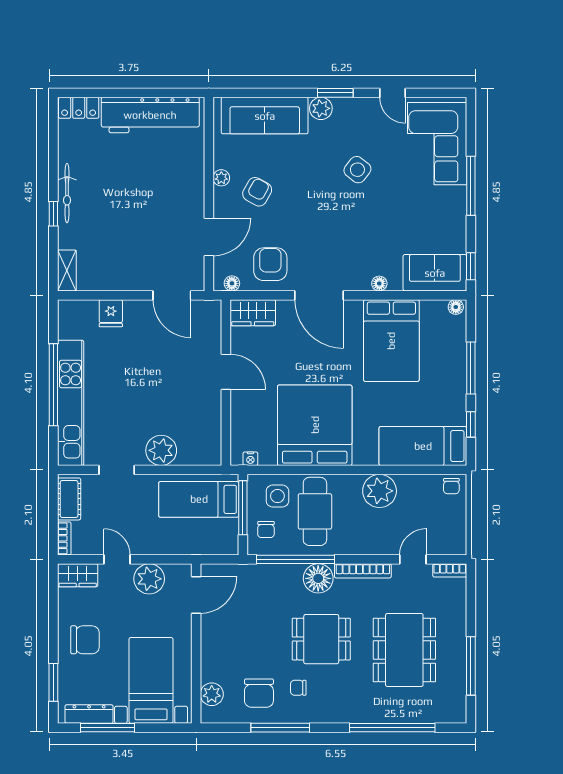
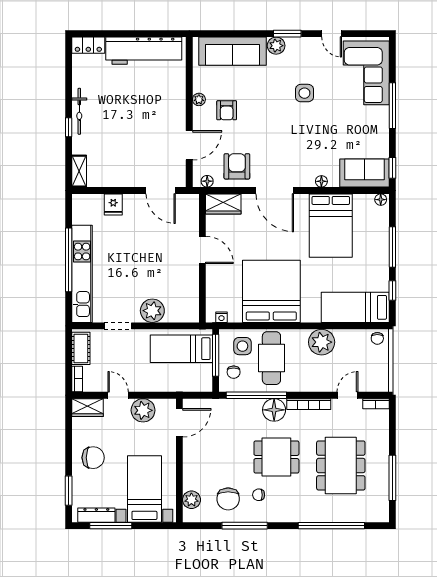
side table: (357, 170) -> (304, 93), turned -38
armchair: (257, 192) -> (227, 110), turned 151

